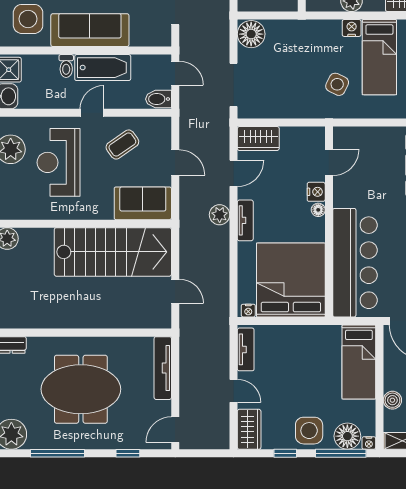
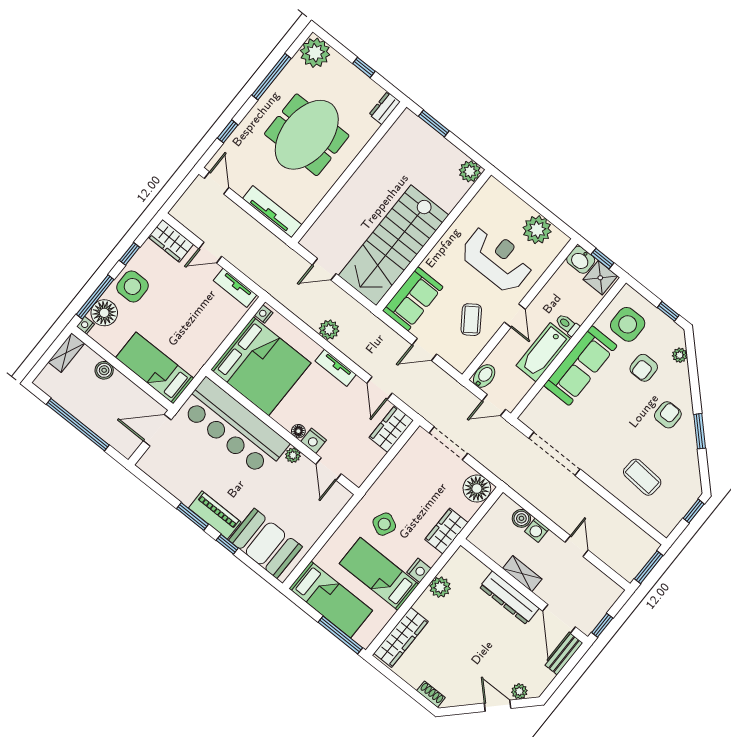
wardrobe: (304, 31) -> (446, 531), added
plant: (341, 199) -> (293, 455), added
plant: (220, 215) -> (329, 330), moved

